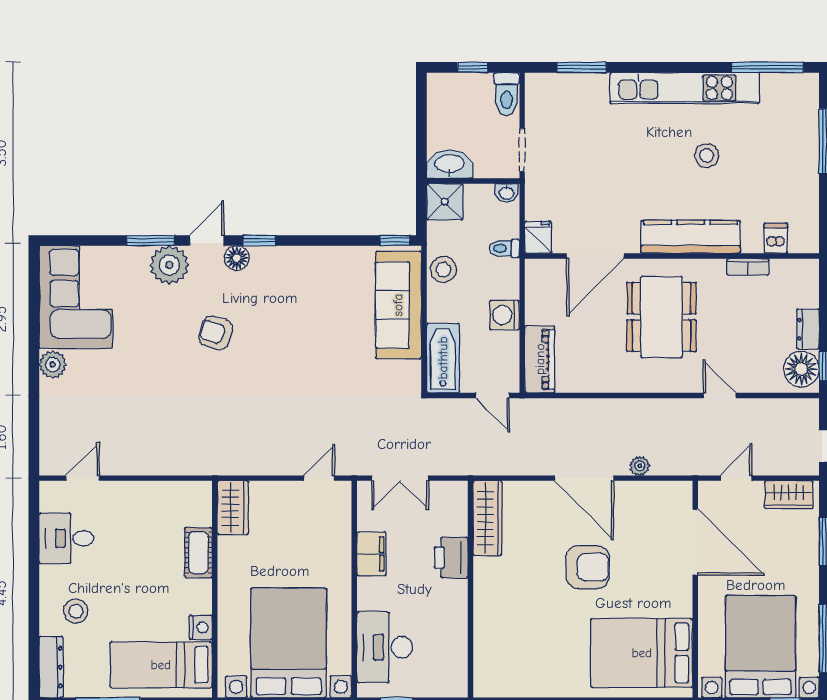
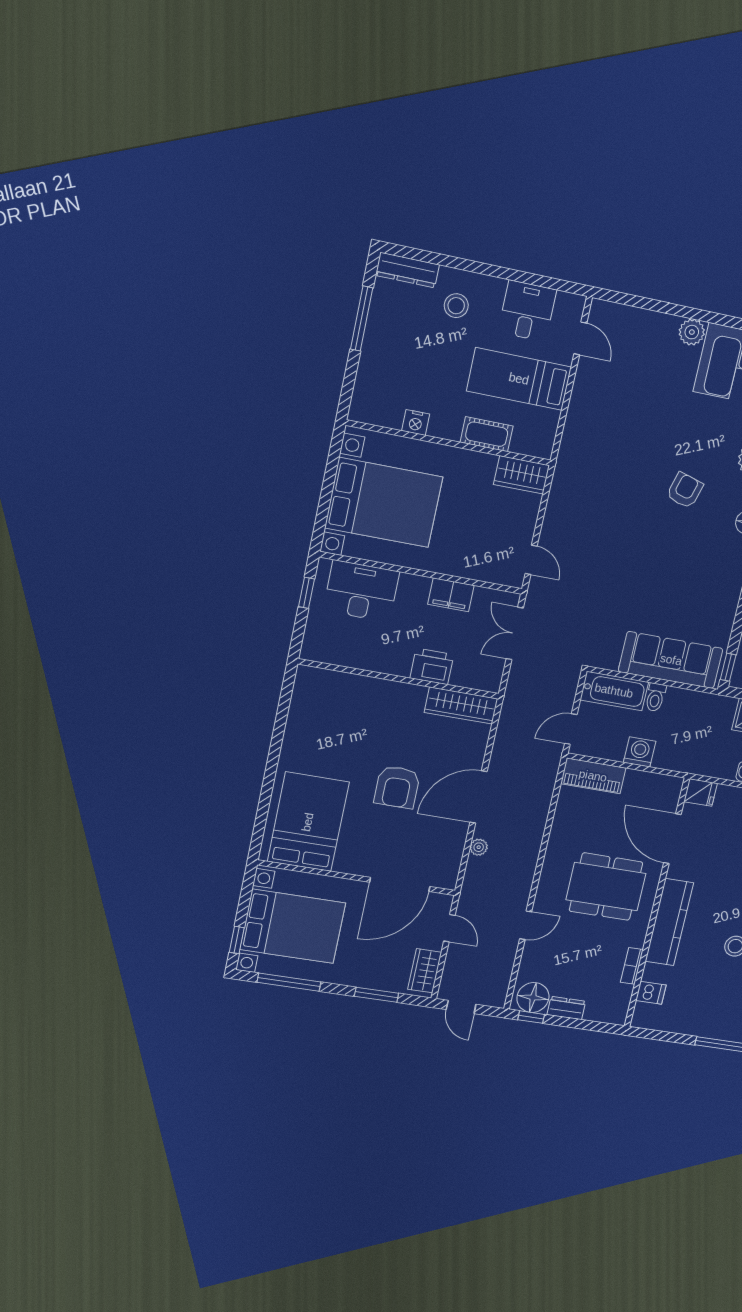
toilet: (504, 248) -> (655, 697), moved, turned 180
stool: (443, 270) -> (692, 705), removed
bed: (161, 665) -> (519, 379), moved, turned -90

